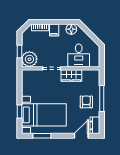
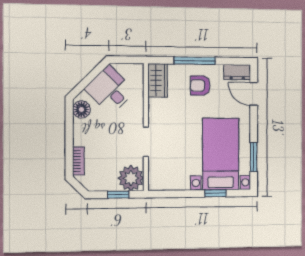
filing cabinet: (54, 30) -> (83, 138), removed
desk: (79, 55) -> (110, 90), moved, turned -135
wardrobe: (71, 75) -> (158, 80), moved

